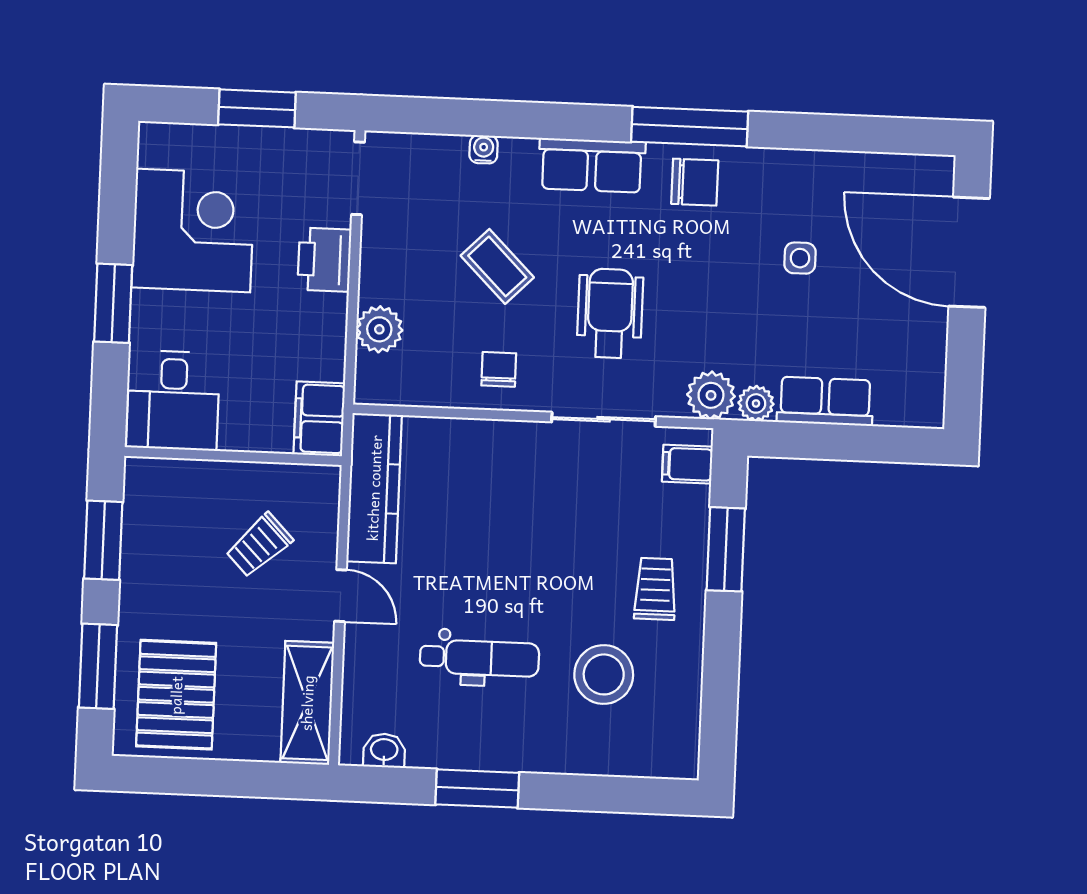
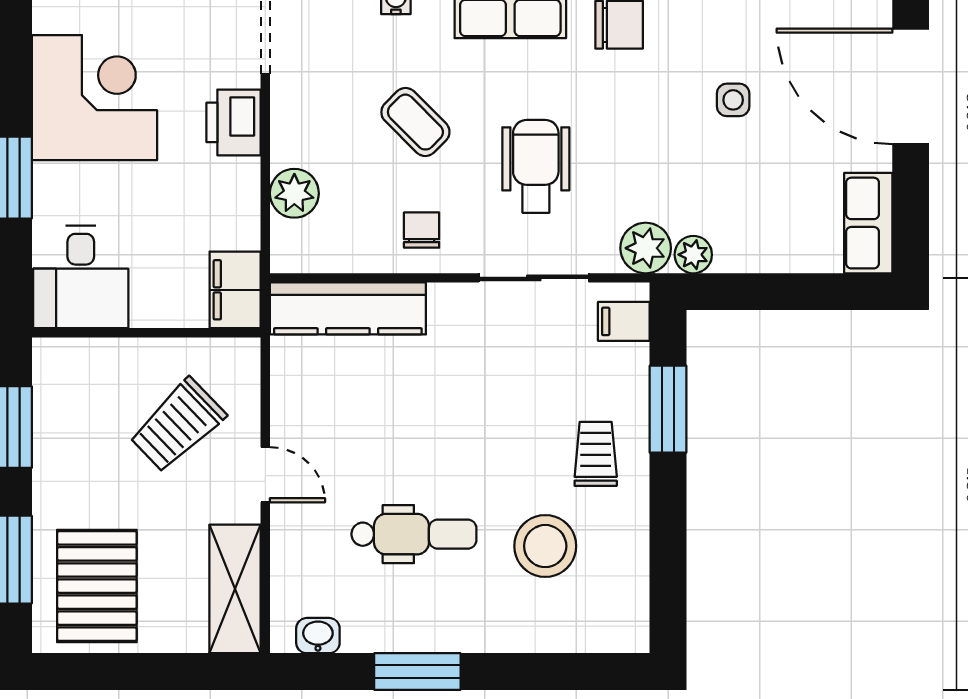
row of seats: (825, 401) -> (868, 223), moved, turned -90
kitchen counter: (374, 488) -> (348, 308), moved, turned 90
trolley: (259, 545) -> (177, 425), width x1.36, depth x1.39

